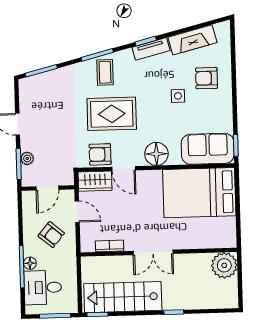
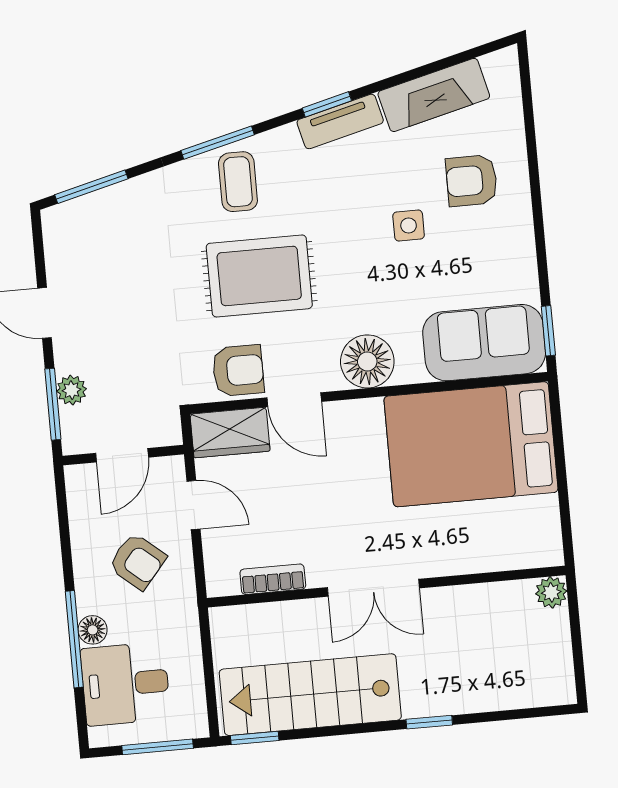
armchair: (100, 154) -> (238, 371), turned 180
plant: (224, 265) -> (551, 592), width x0.53, depth x0.53

